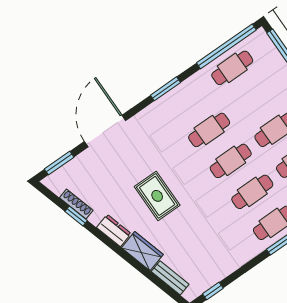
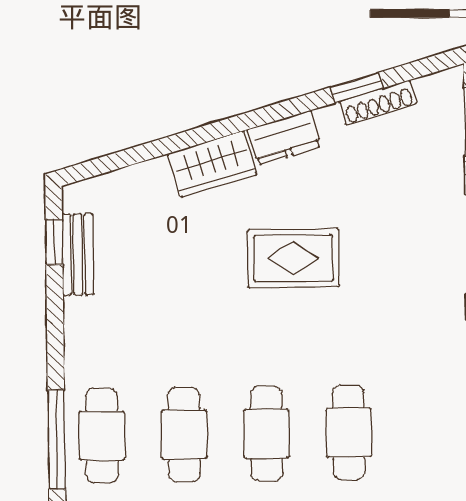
bench: (170, 278) -> (78, 254), moved, turned -74

